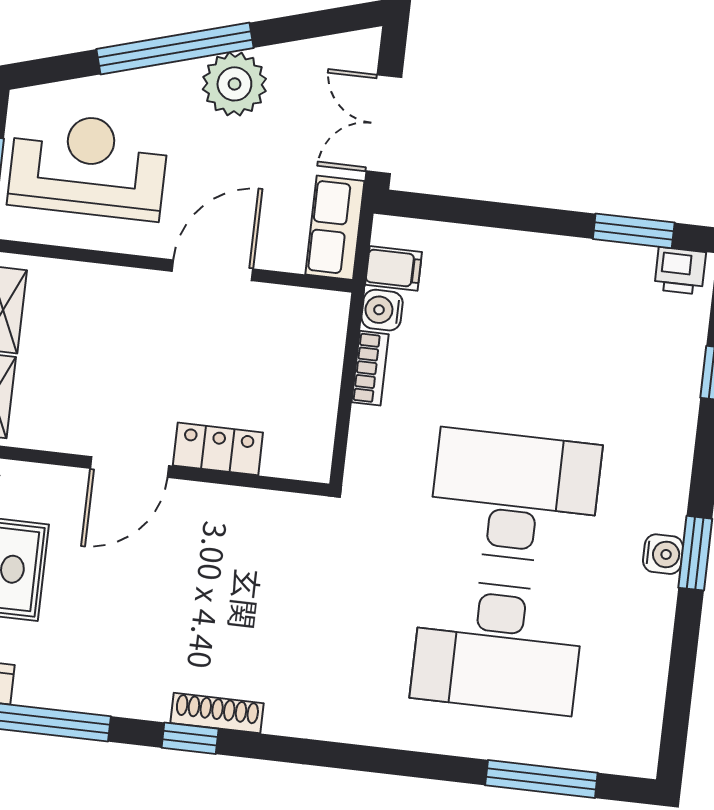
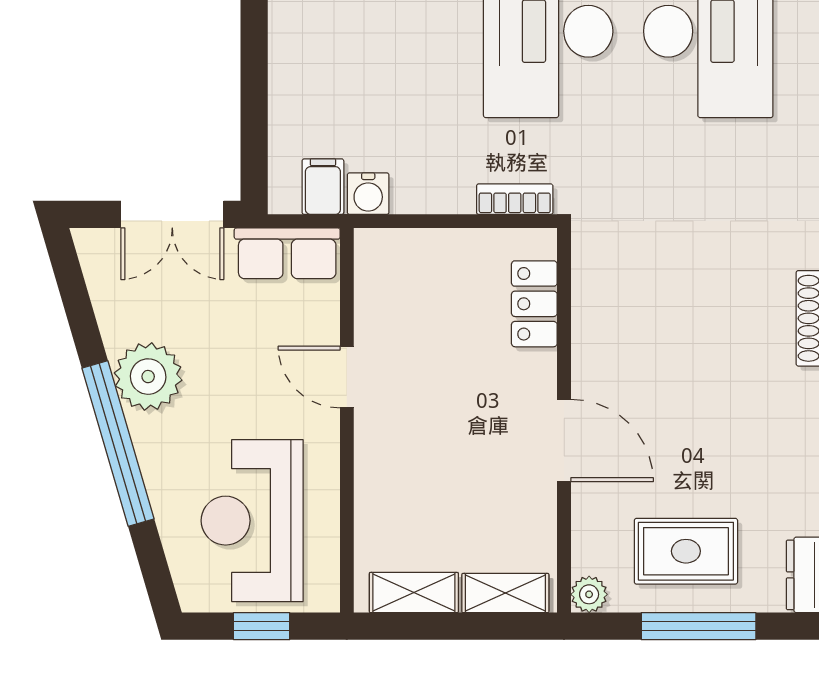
door: (213, 270) -> (347, 377), width x0.73
bookcase: (370, 368) -> (515, 199), moved
locker: (218, 449) -> (534, 304), moved

